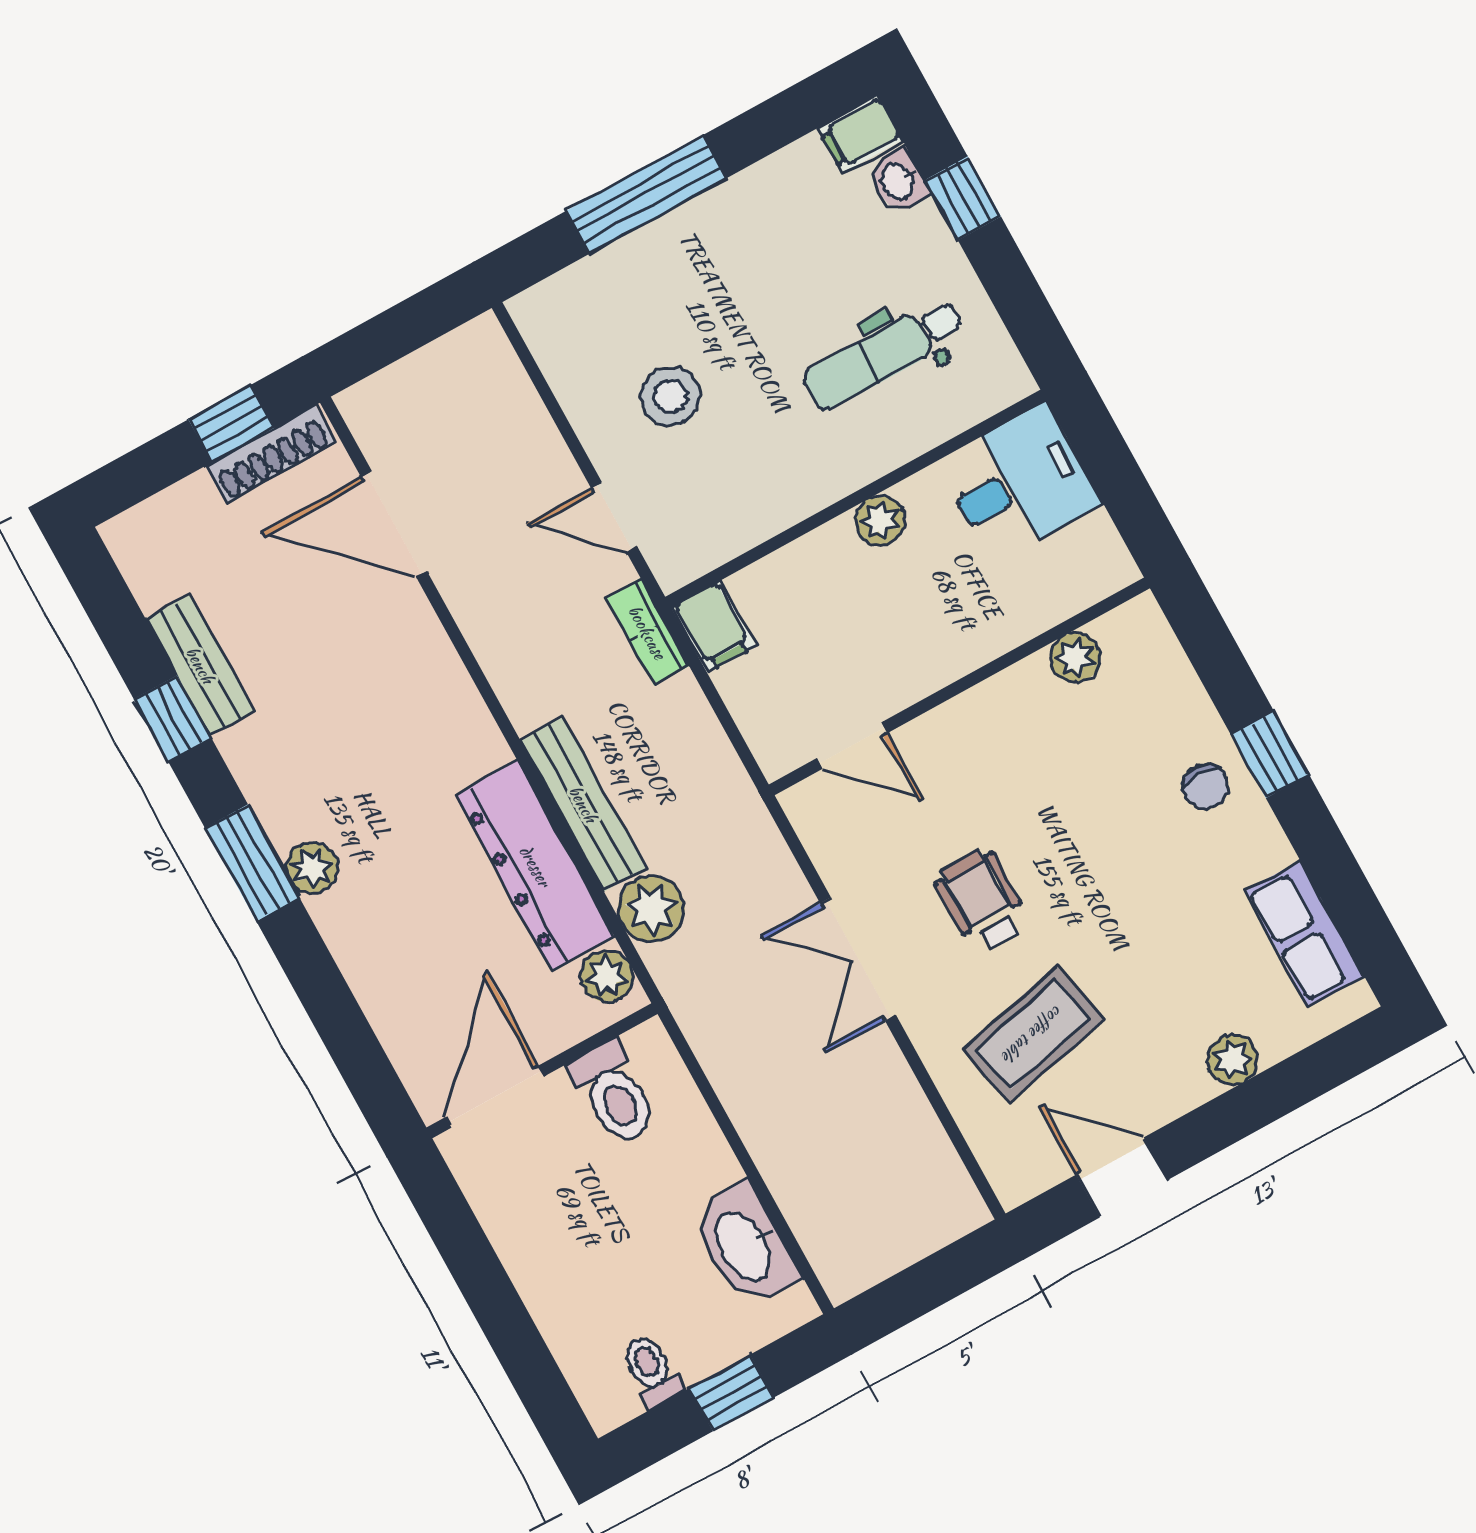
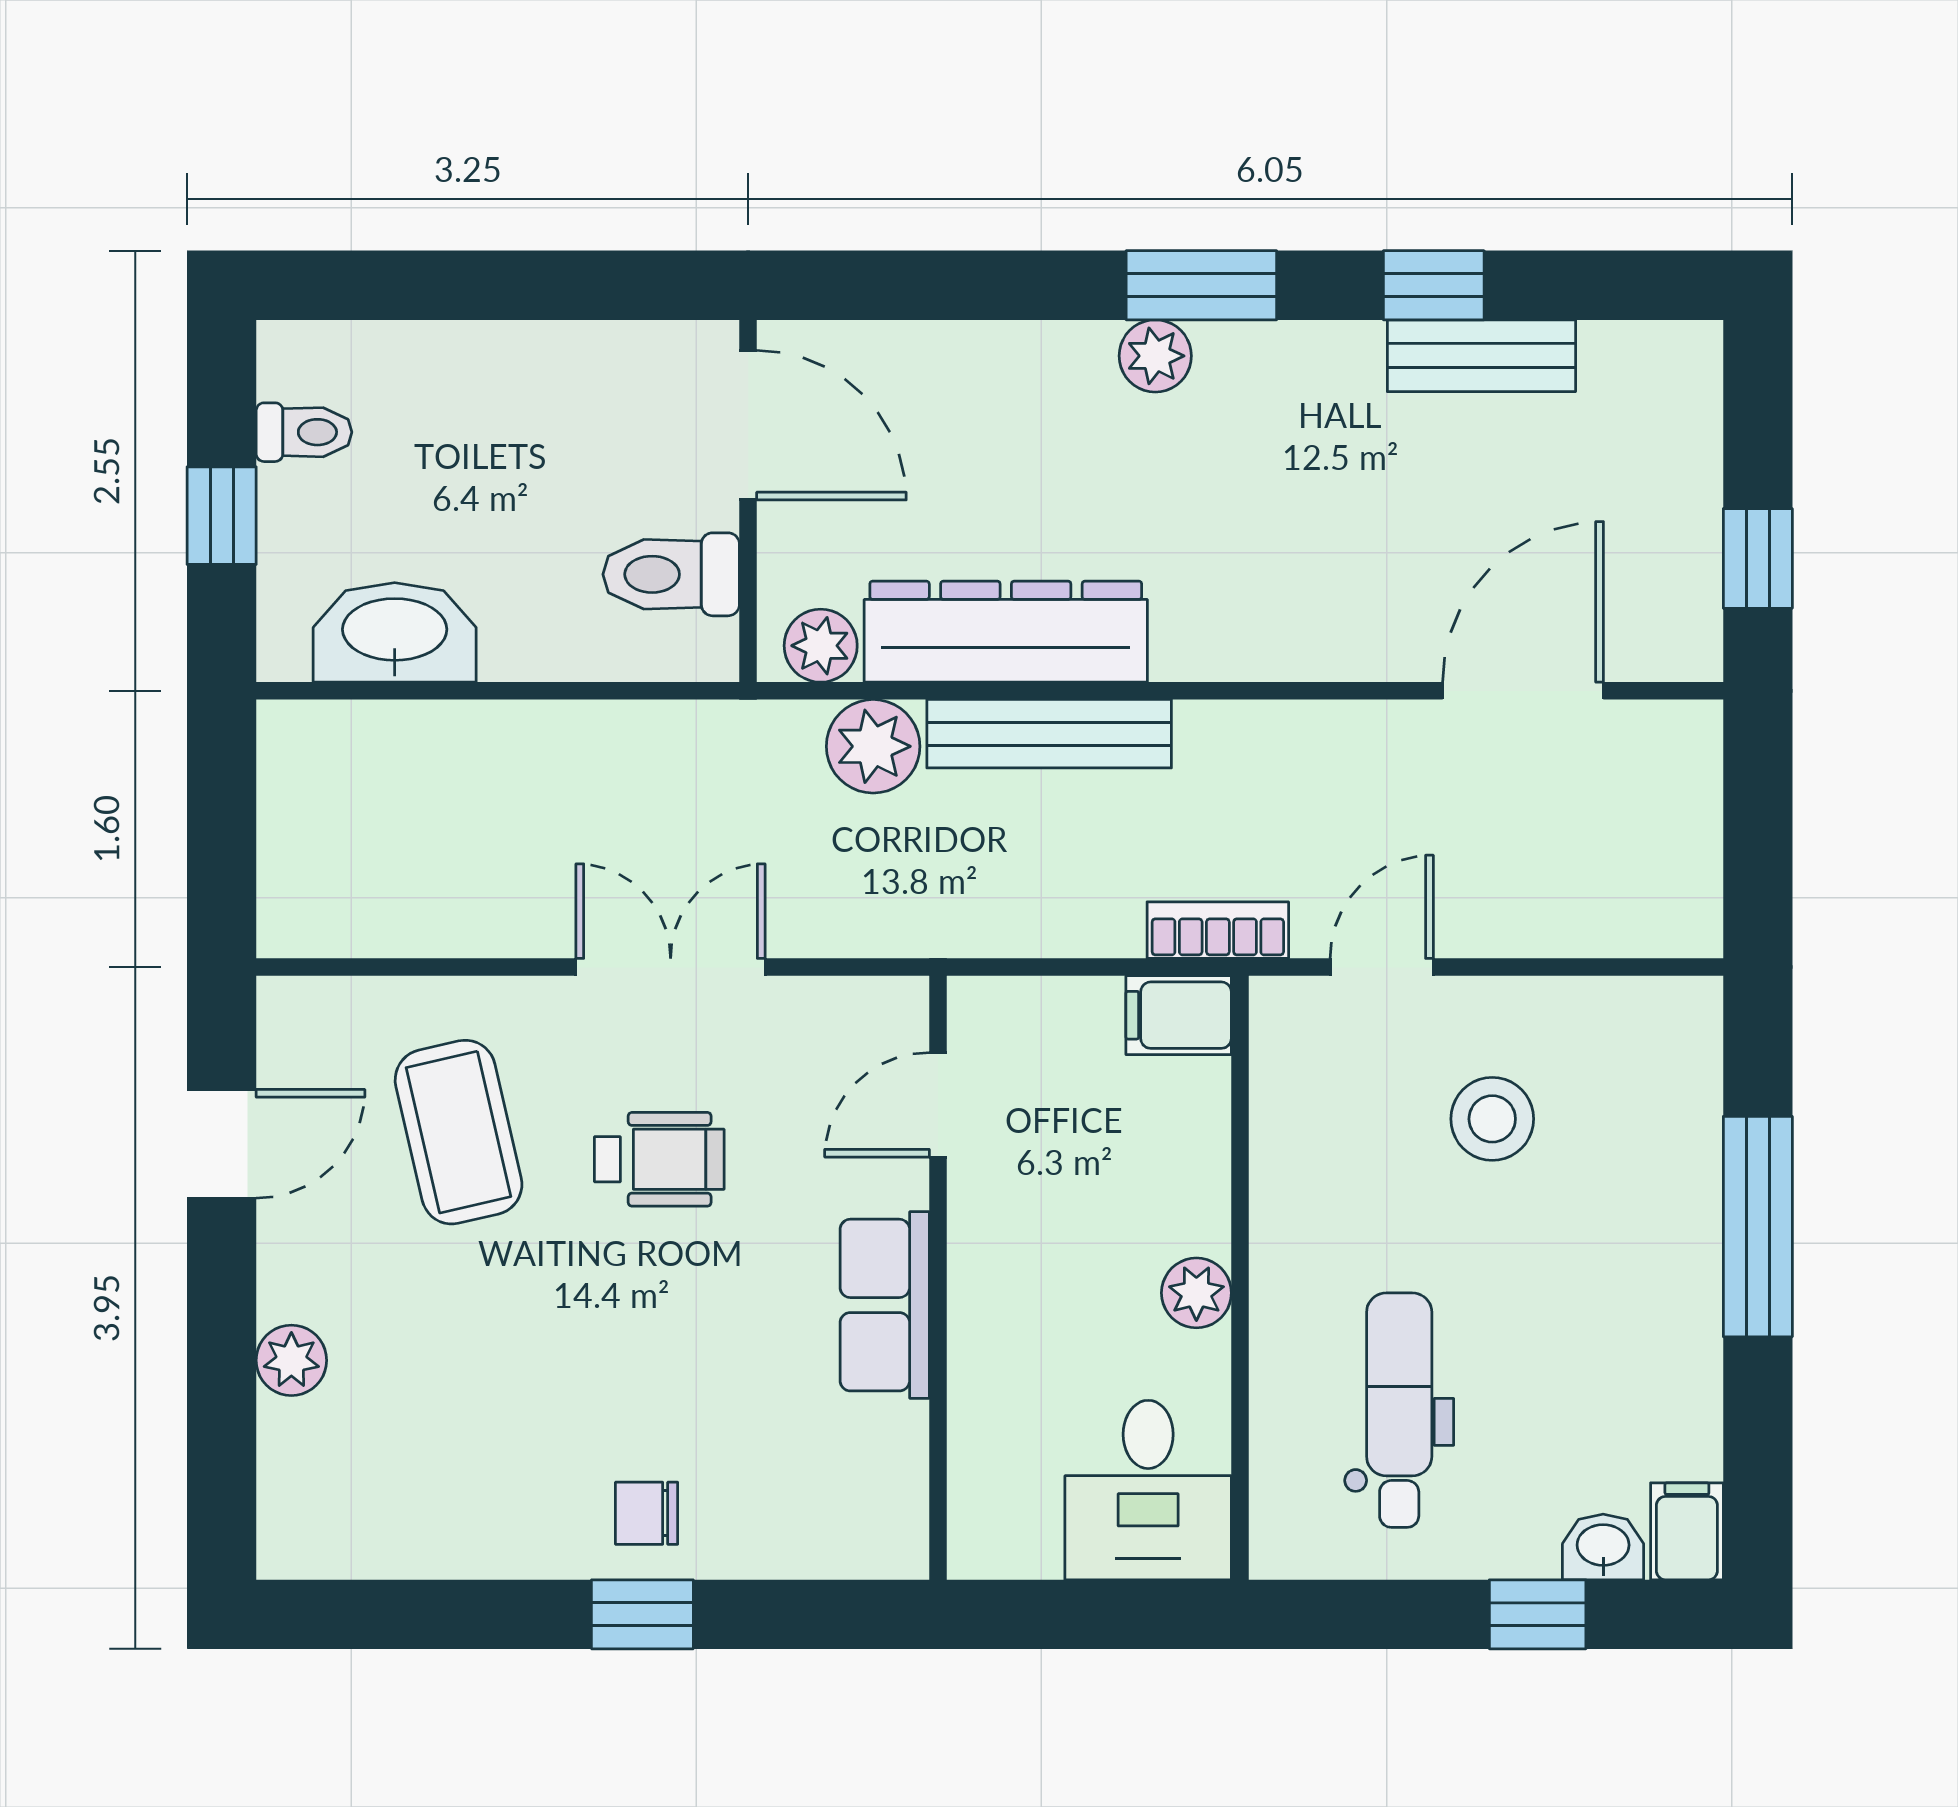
shoe rack: (271, 454) -> (1693, 586), removed
plant: (1075, 658) -> (894, 1440), removed
row of seats: (1305, 934) -> (885, 1305), moved, turned -90

